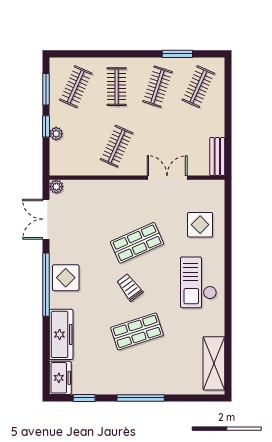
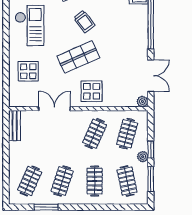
clothes rail: (76, 87) -> (127, 181), turned -36
plant: (56, 134) -> (143, 157), moved
clothes rail: (76, 146) -> (127, 134), added
double door: (167, 178) -> (55, 109), swing flipped
display table: (66, 278) -> (92, 91), moved

